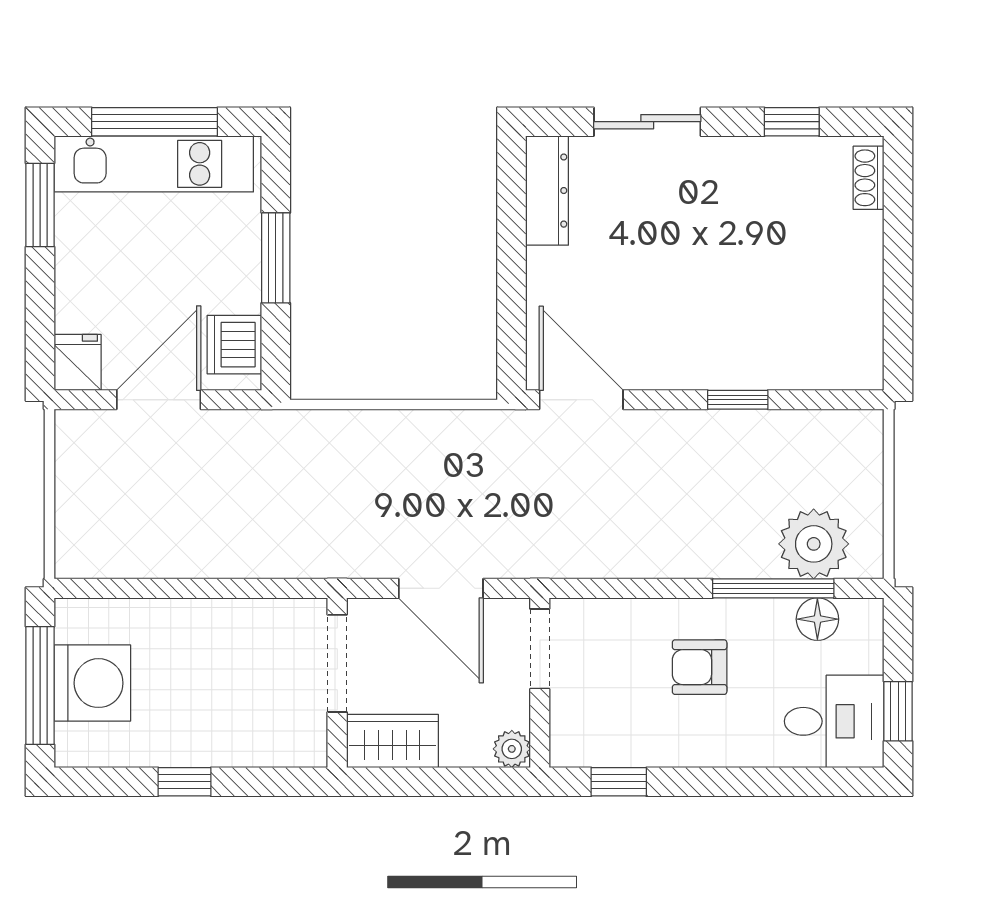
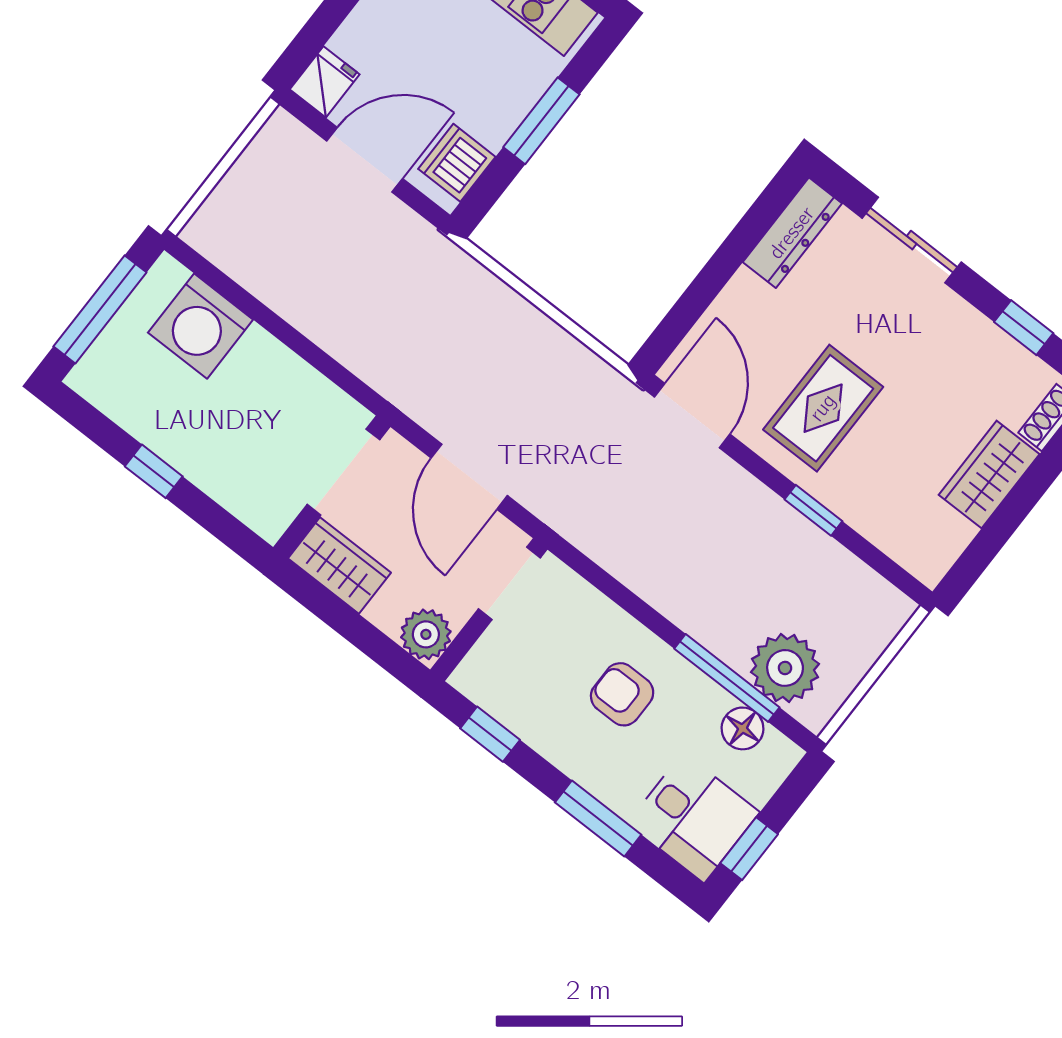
wardrobe: (856, 261) -> (989, 475), added
rug: (682, 312) -> (823, 408), added
washing machine: (92, 683) -> (201, 326), moved, turned 90
plant: (512, 749) -> (426, 634), width x1.38, depth x1.38
window: (758, 782) -> (598, 819), added

